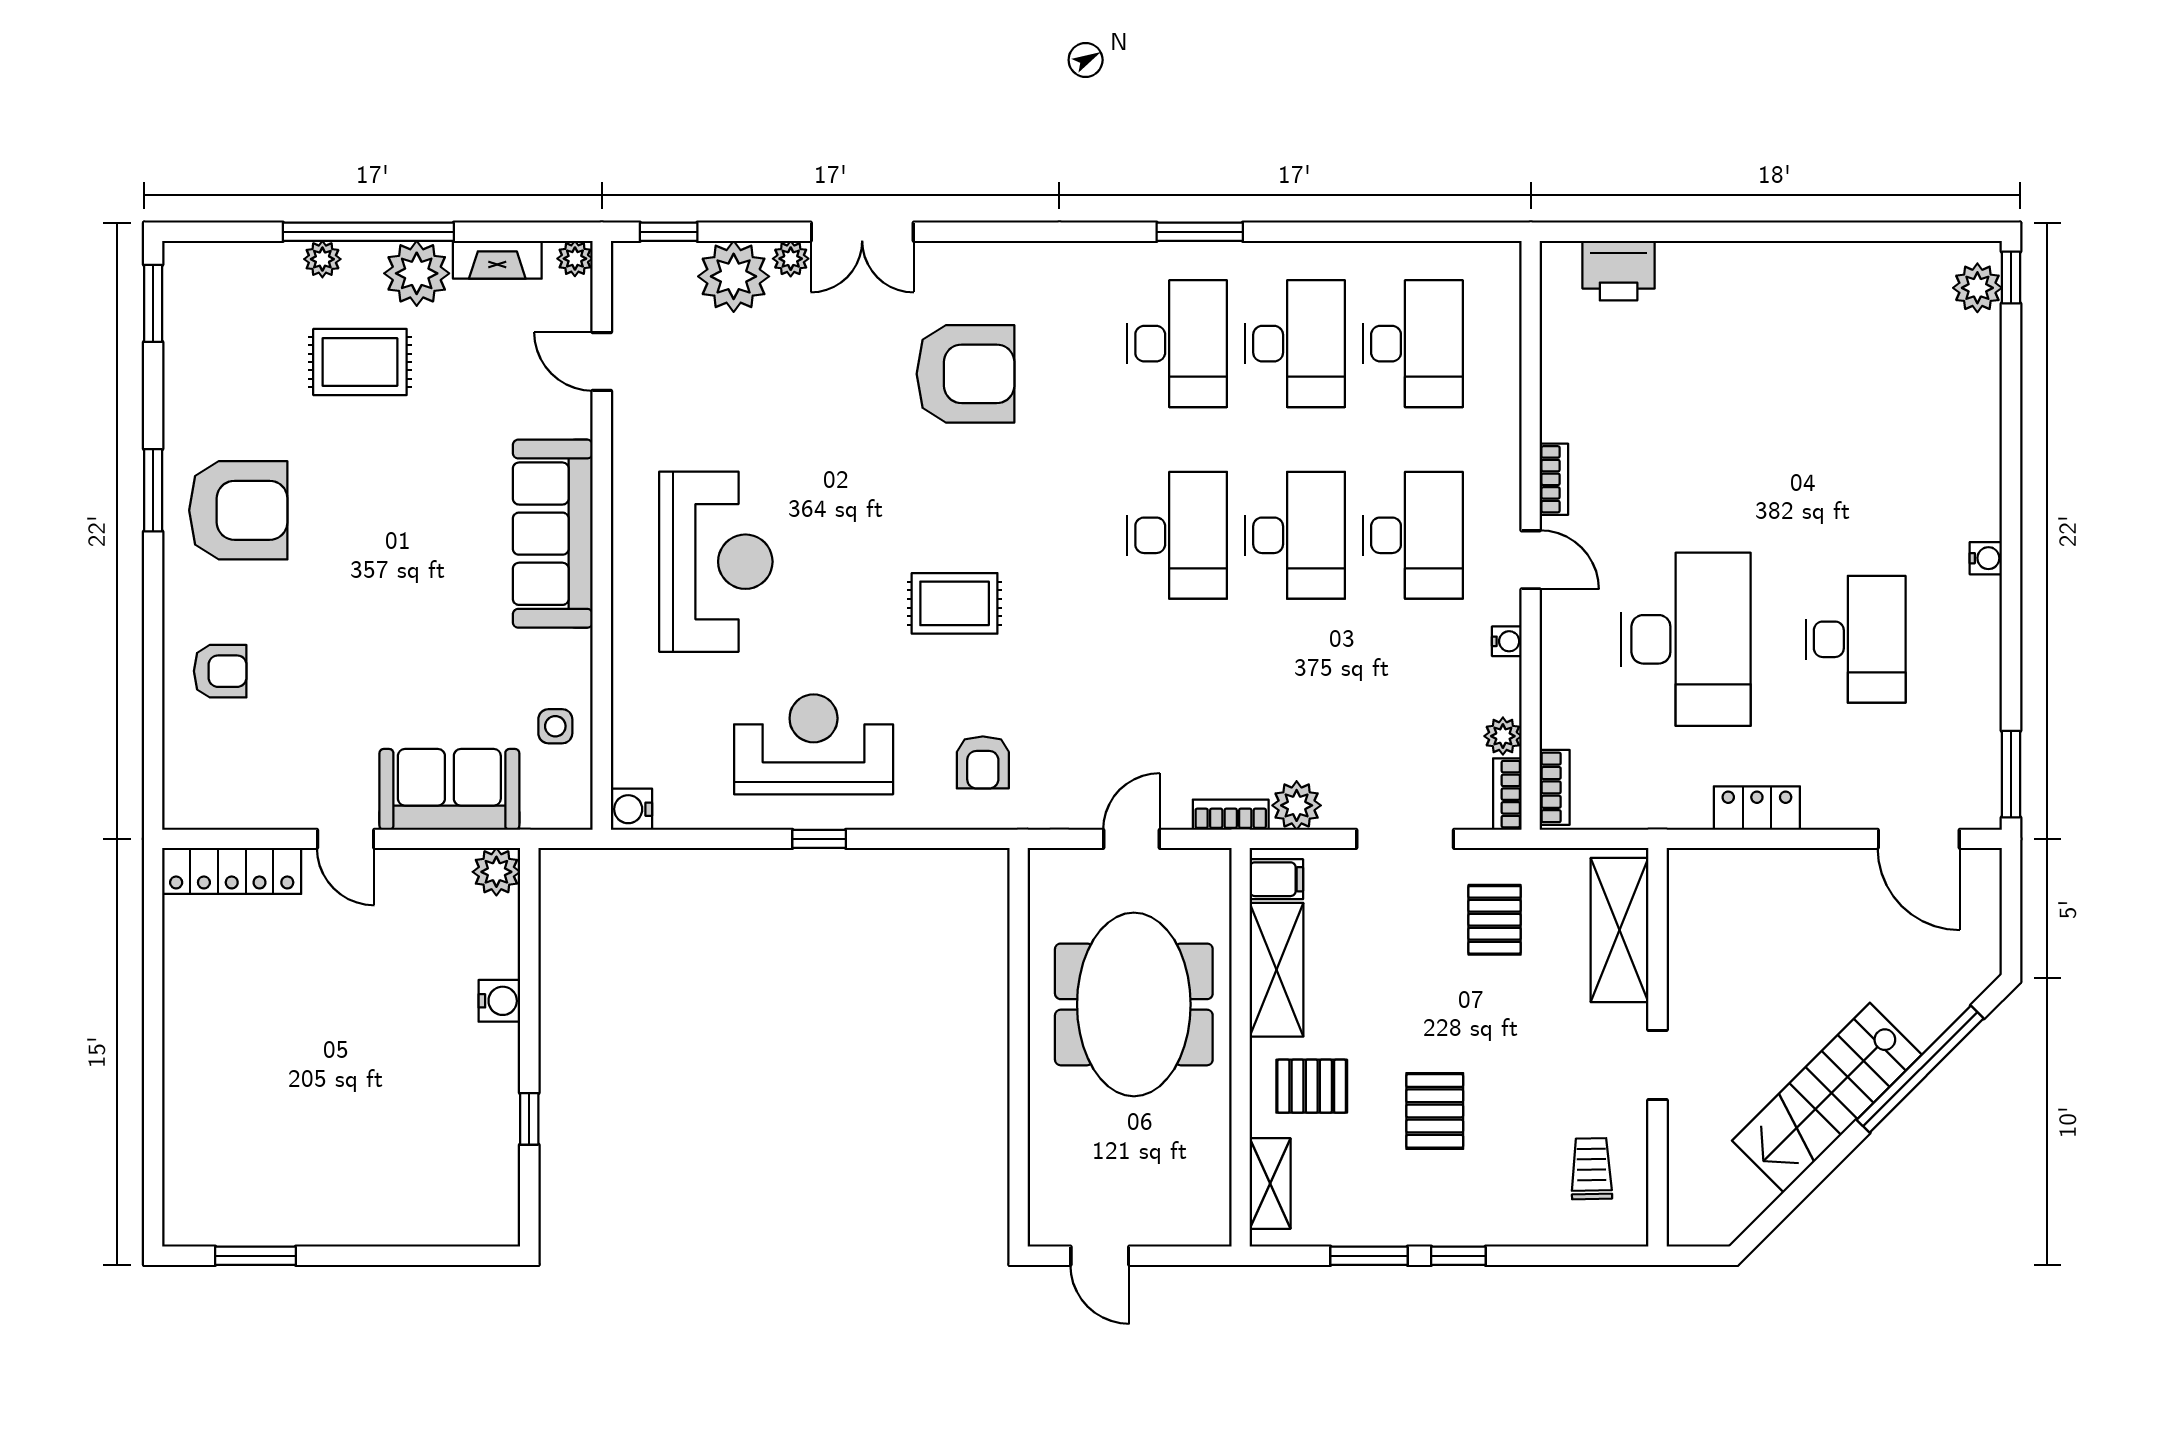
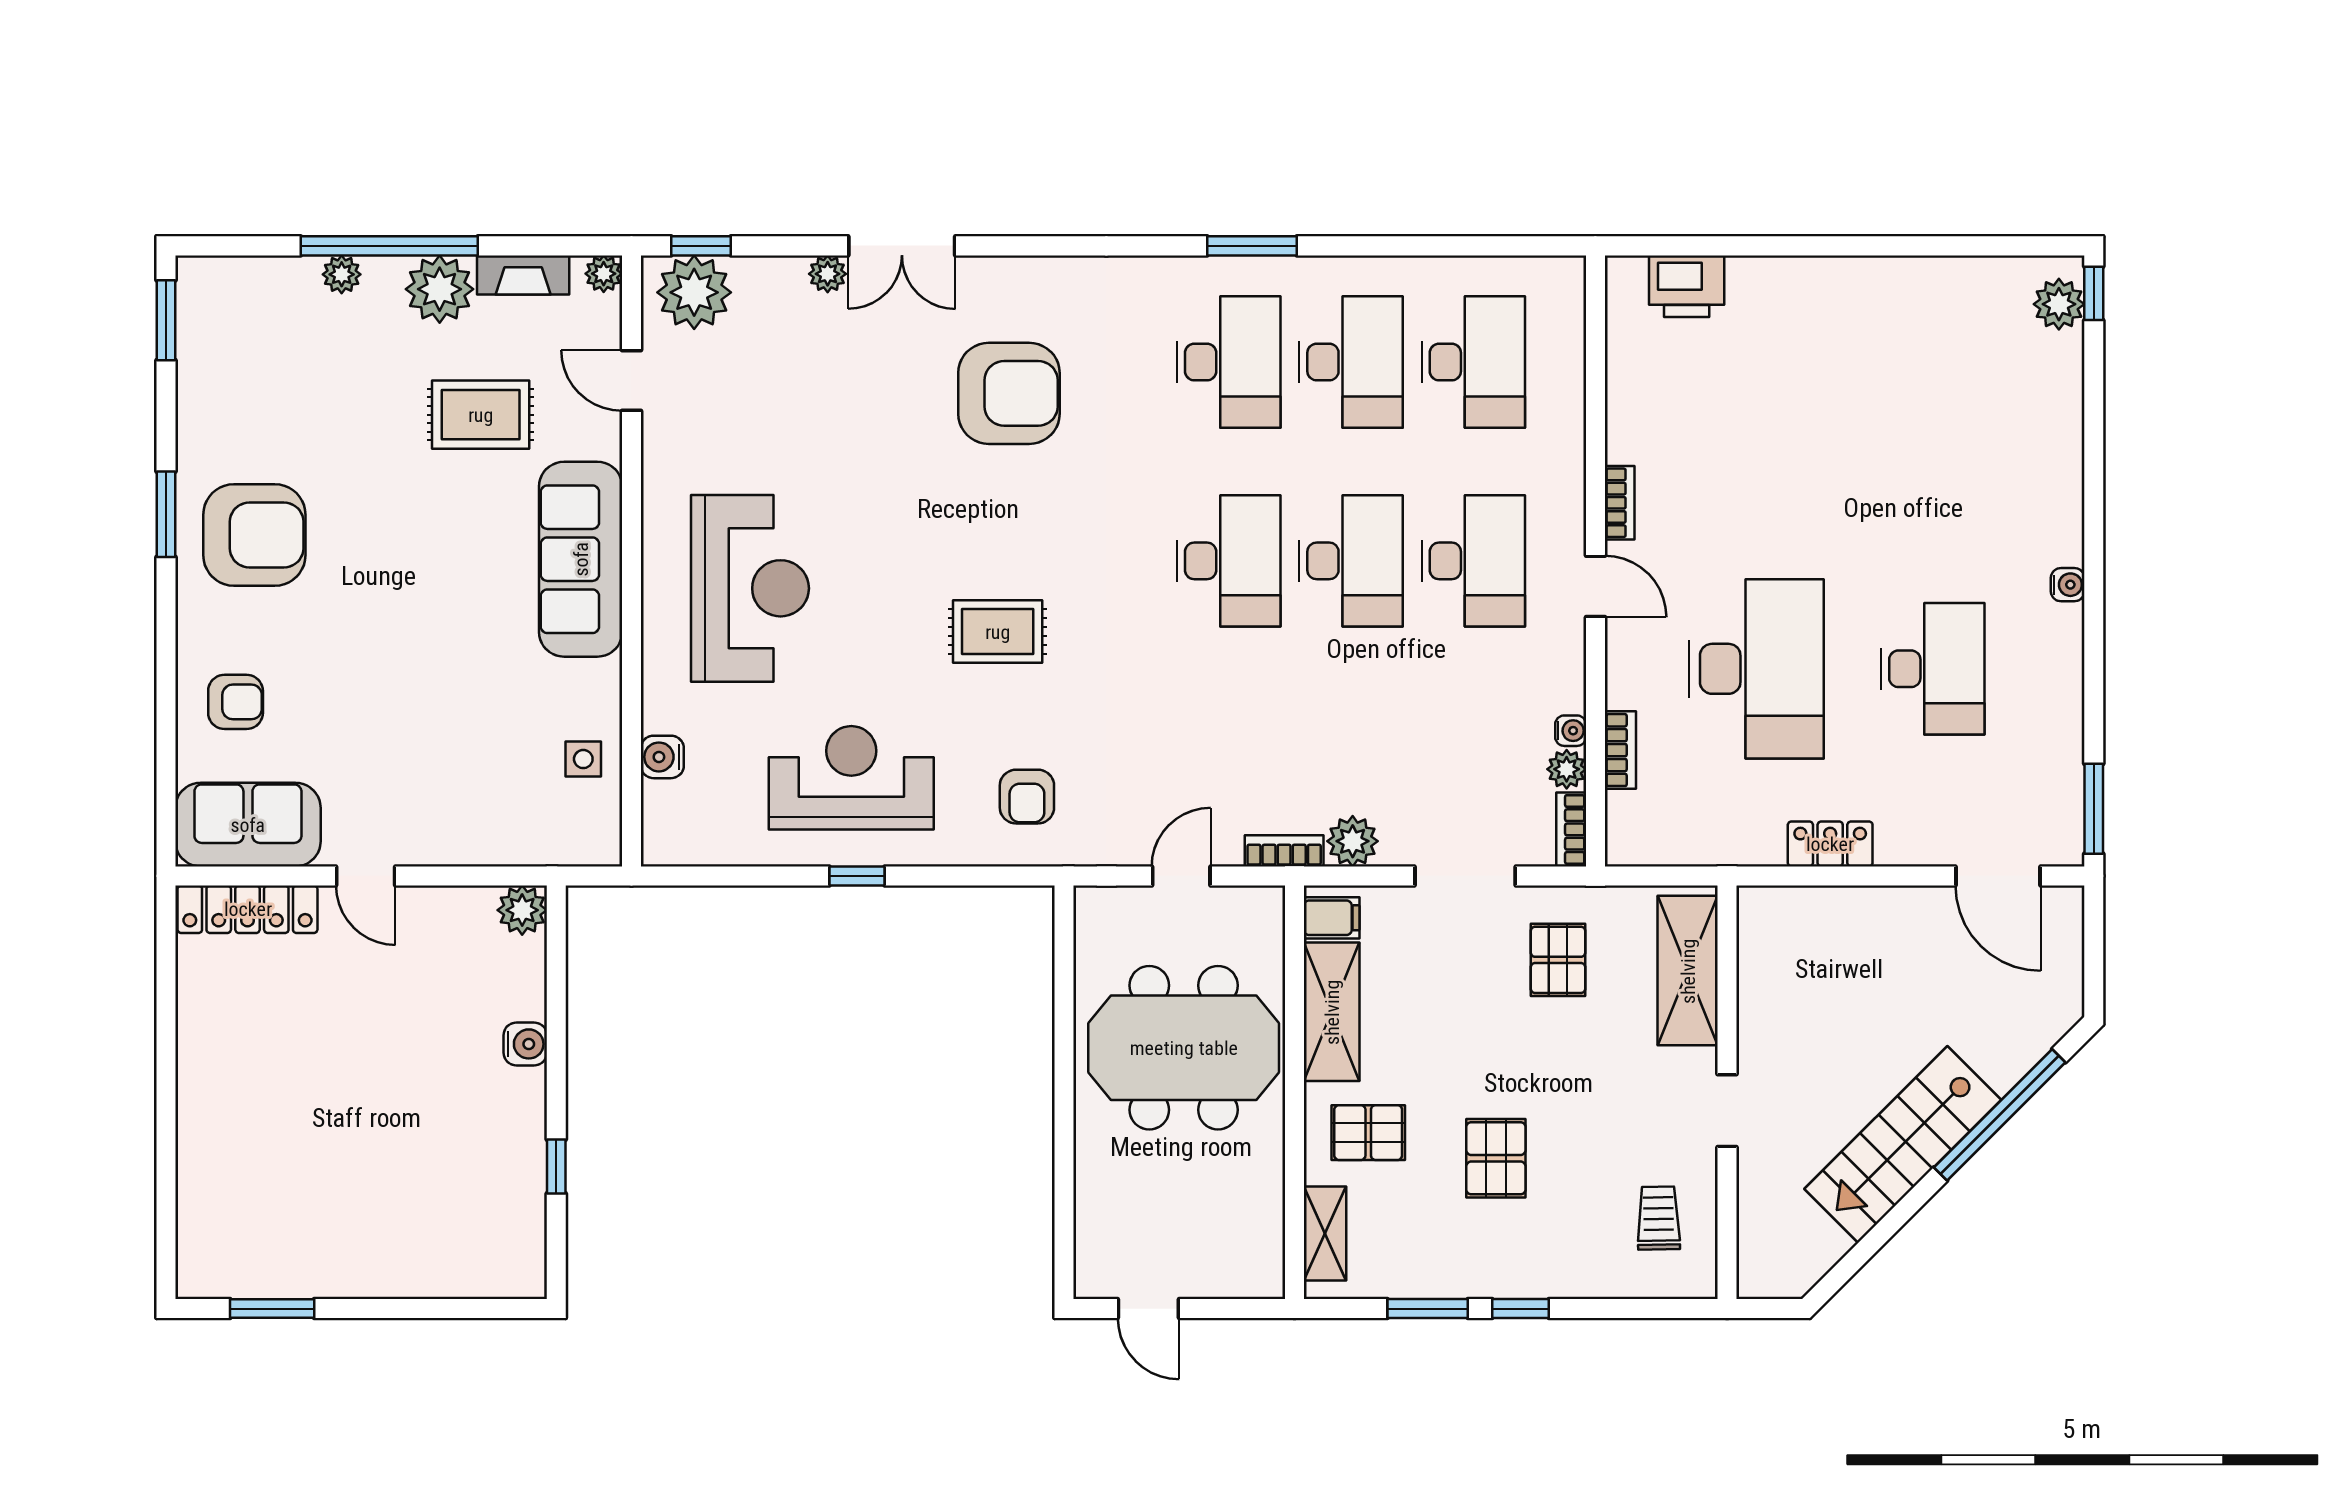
plant: (734, 276) -> (694, 292), moved
rug: (360, 362) -> (481, 415), moved
water cooler: (1507, 641) -> (1571, 731), moved
bookcase: (1555, 787) -> (1620, 750), moved
sofa: (449, 789) -> (248, 825), moved
water cooler: (631, 809) -> (662, 757), moved
meeting table: (1134, 1004) -> (1184, 1048), turned 90

